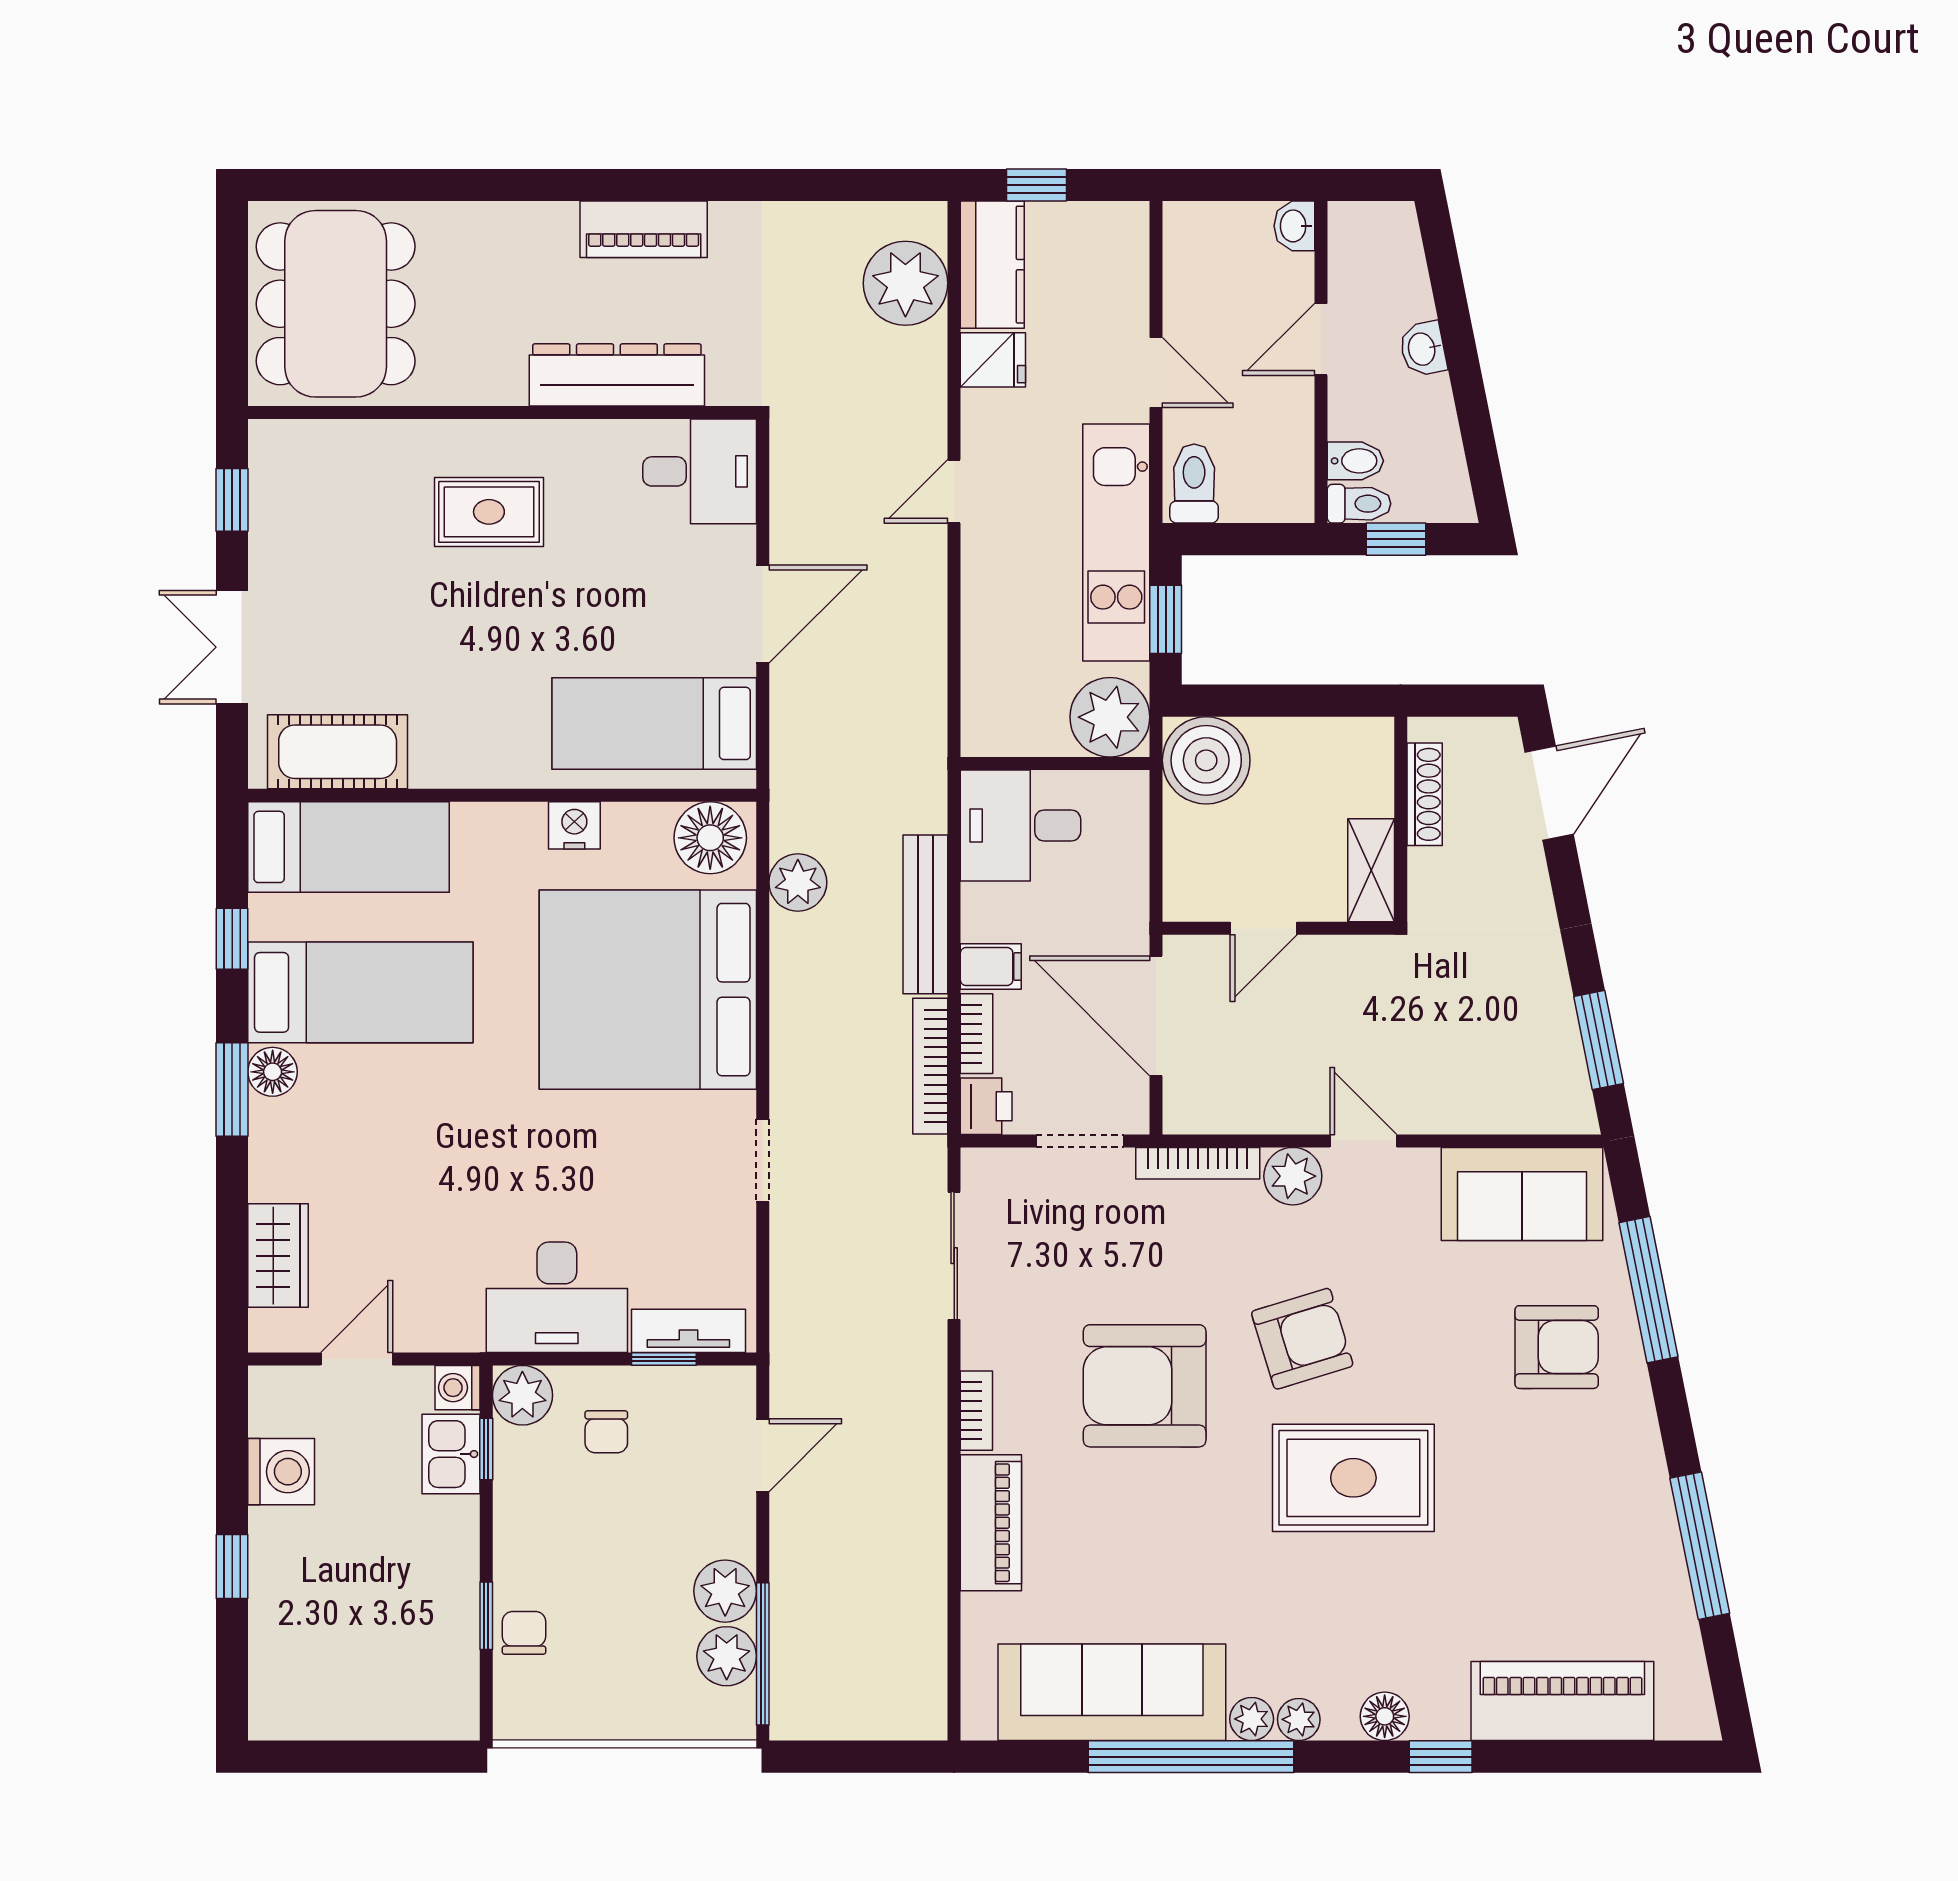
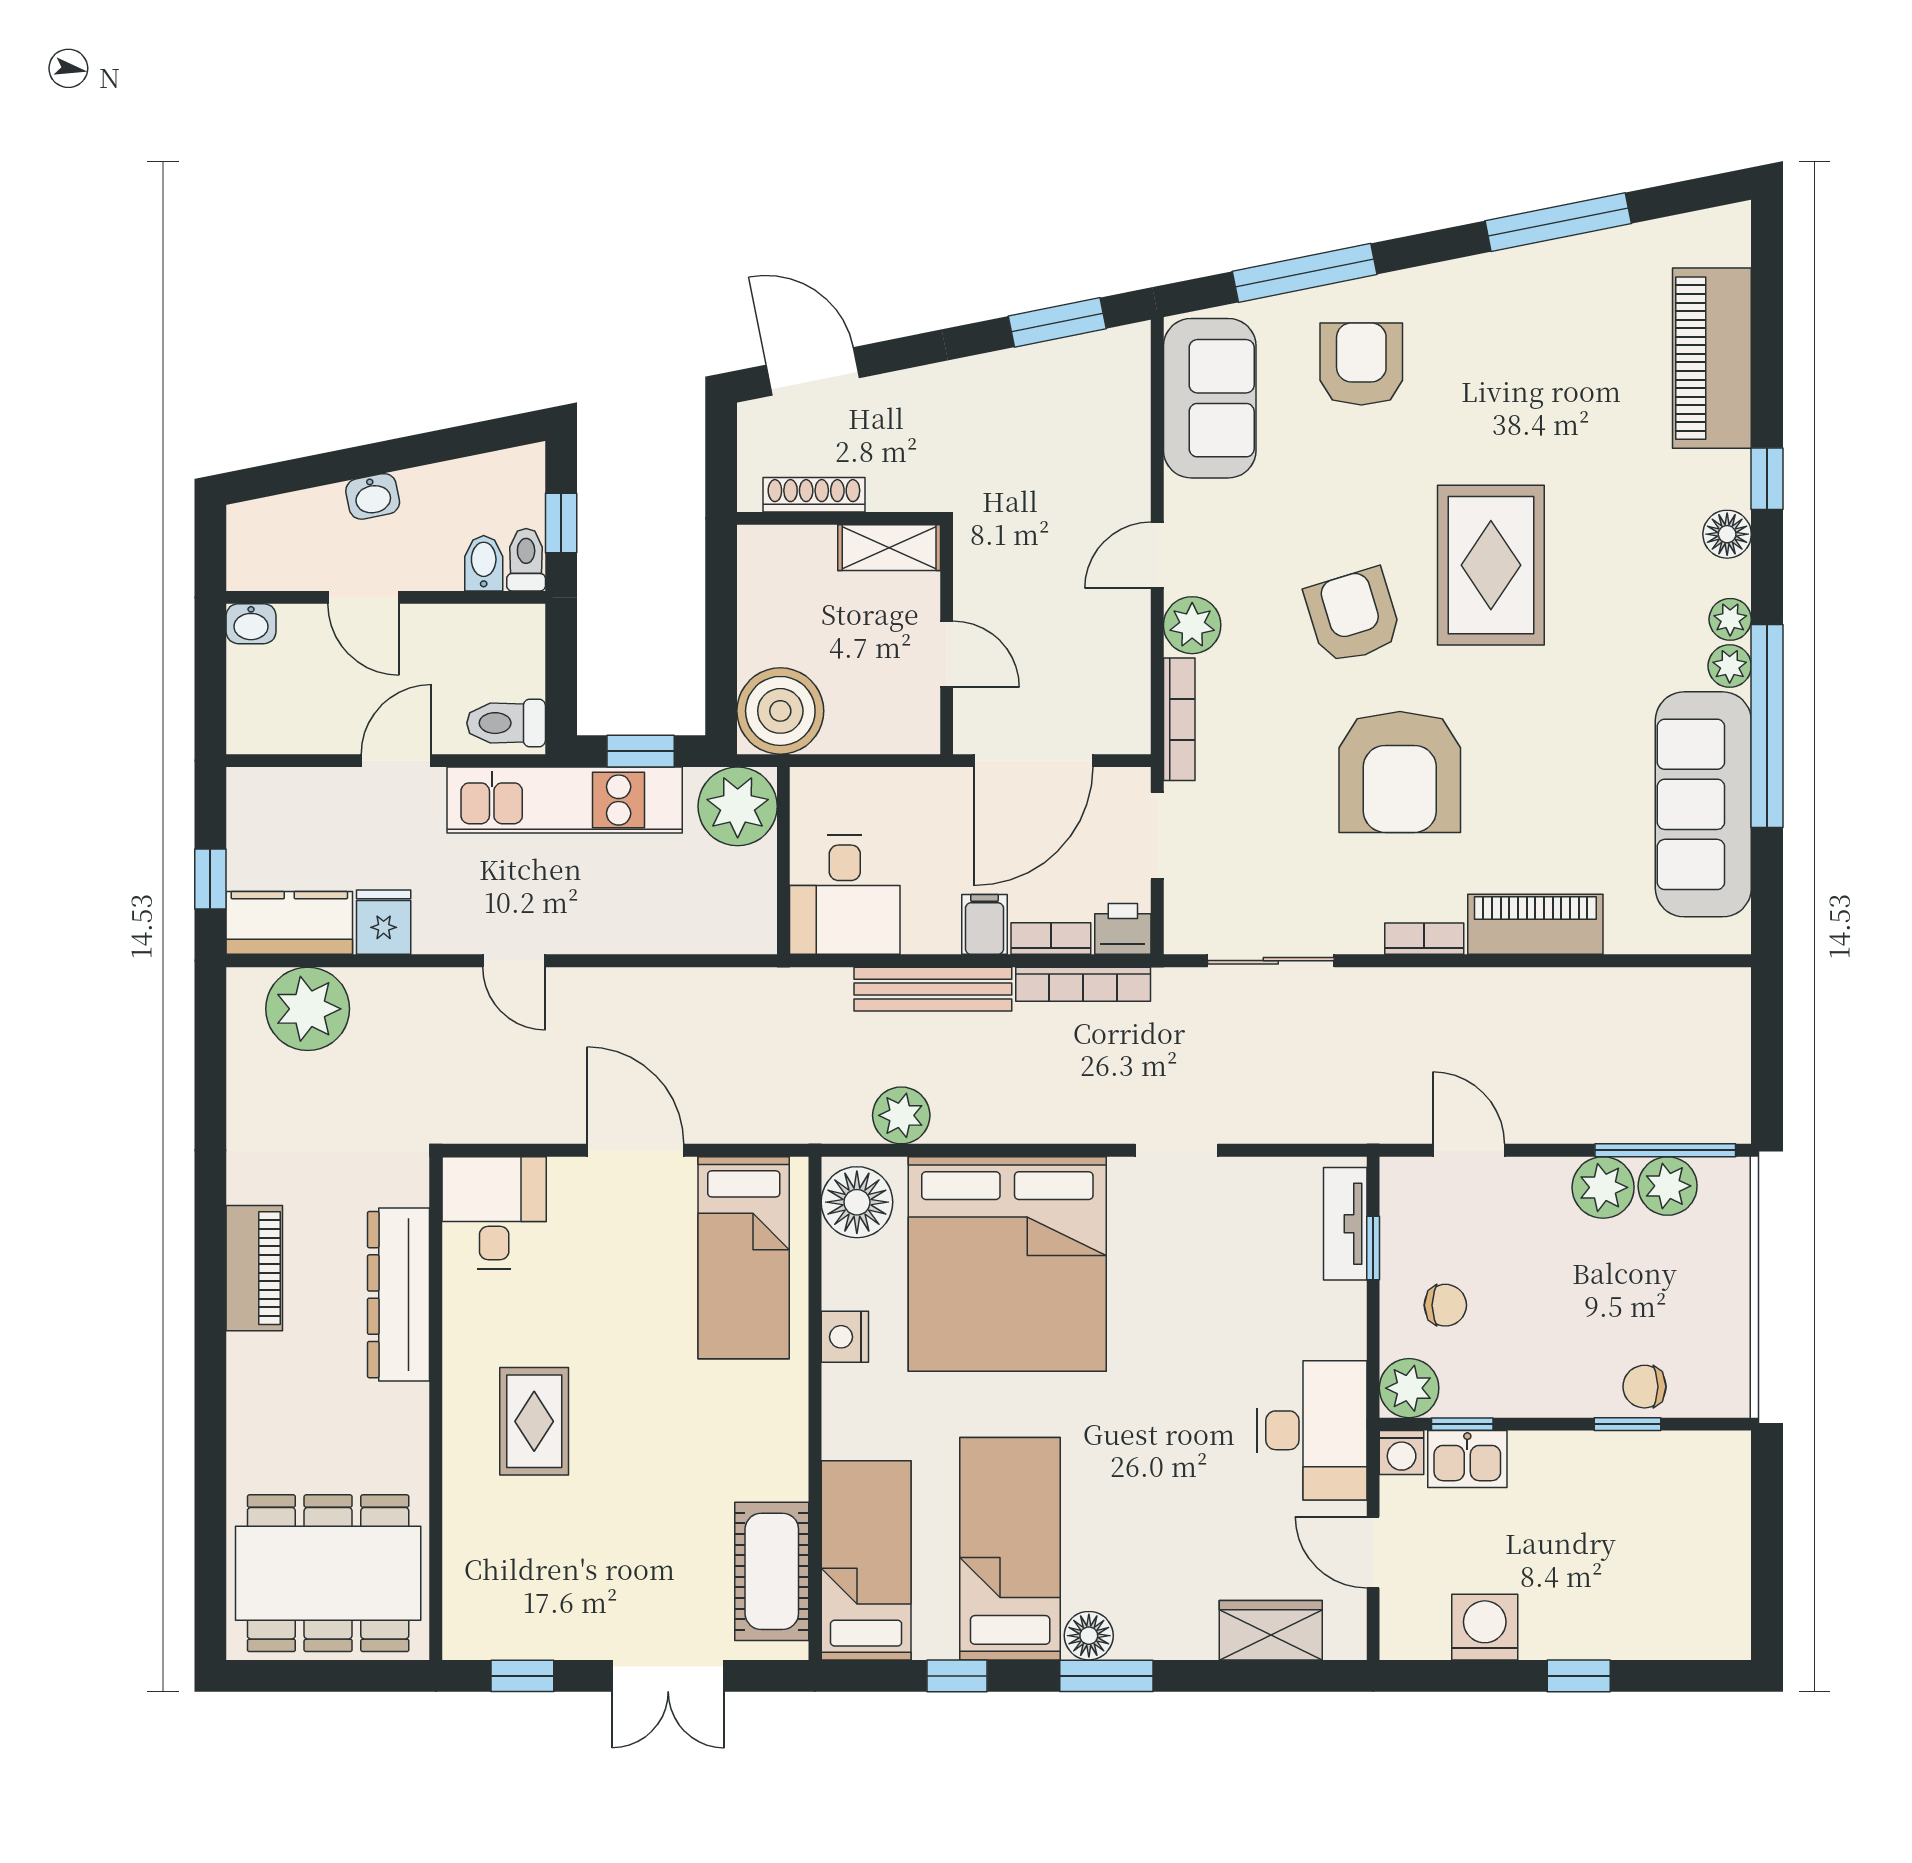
desk: (557, 1297) -> (1312, 1430), moved

